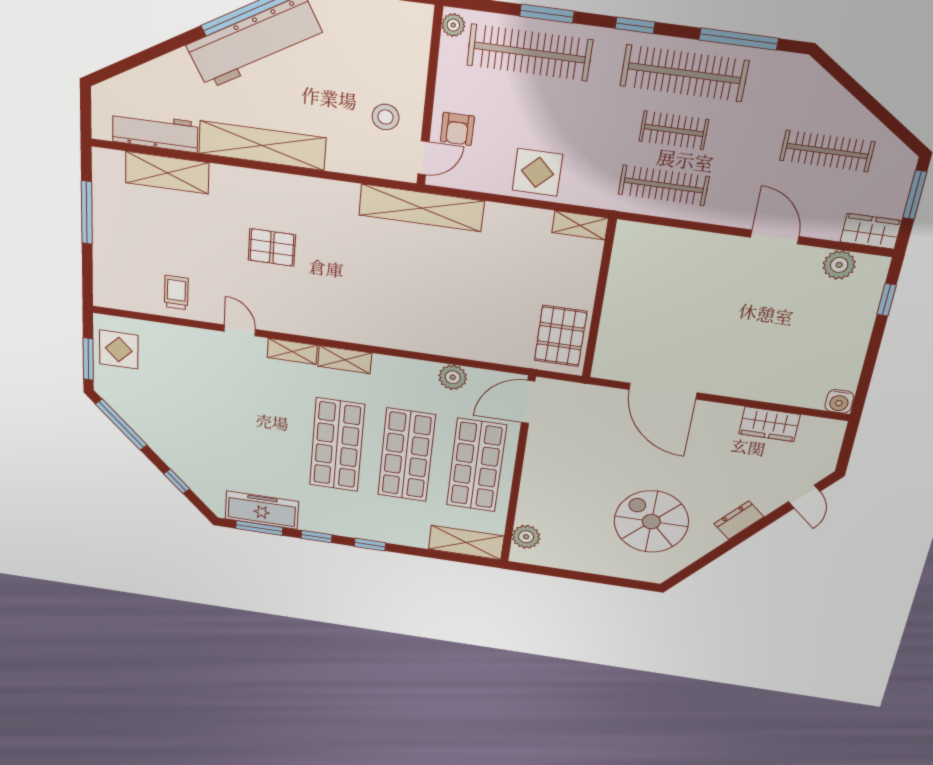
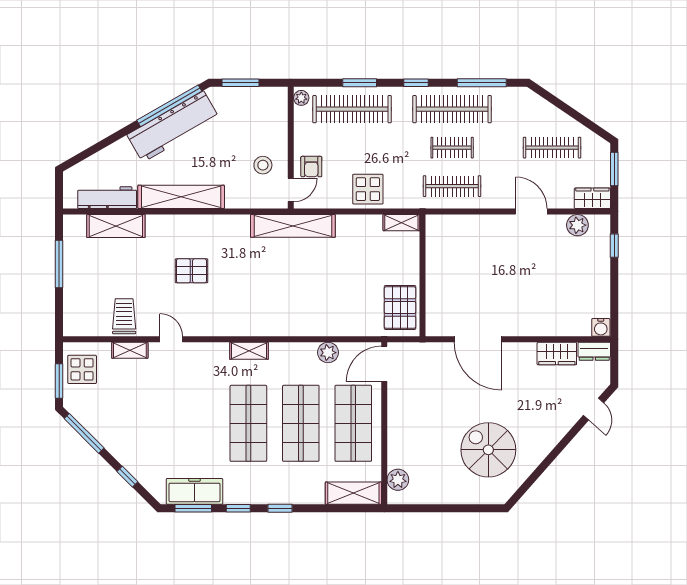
trolley: (176, 293) -> (124, 316), width x1.36, depth x1.39
shelving: (292, 351) -> (130, 350), moved
dresser: (739, 520) -> (594, 351), moved, turned -131

